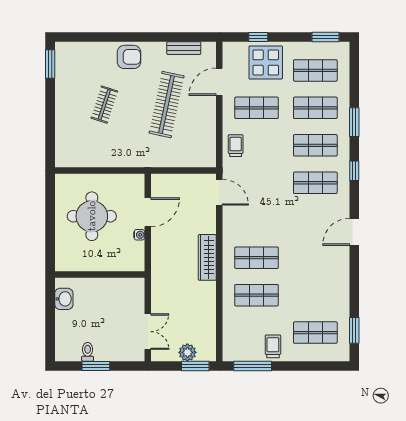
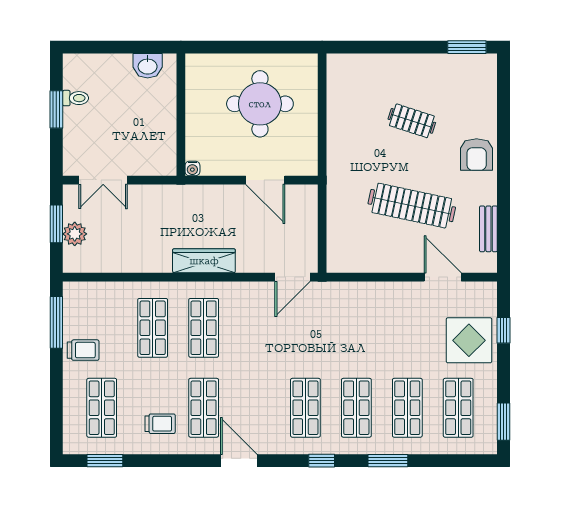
shop shelf: (257, 108) -> (204, 408), moved
trolley: (236, 146) -> (160, 424), moved
water cooler: (139, 235) -> (192, 168), moved
window: (195, 366) -> (56, 224), moved

